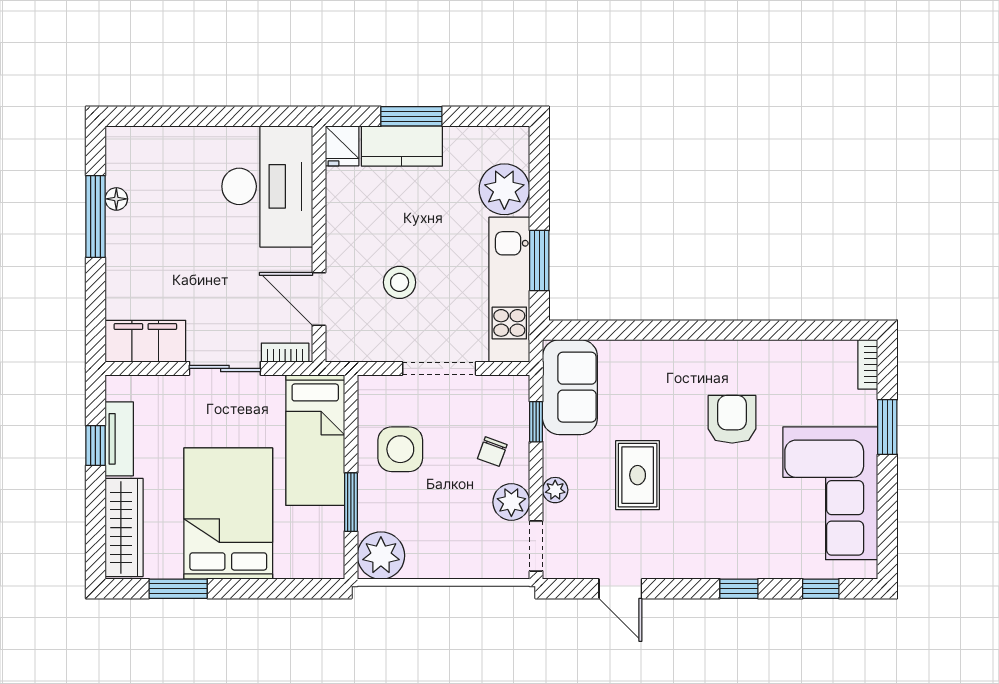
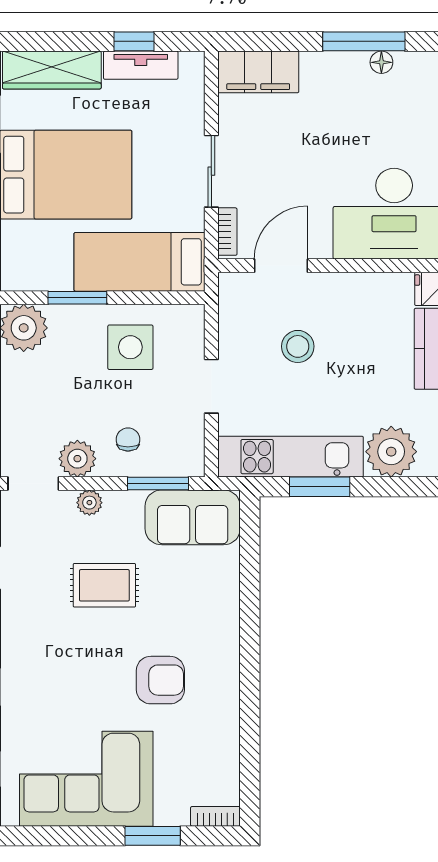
filing cabinet: (145, 341) -> (258, 72), moved, turned 90
doorway: (439, 368) -> (211, 386), width x0.73
window: (536, 422) -> (158, 483), width x1.50
chair: (492, 452) -> (128, 439), turned 70

